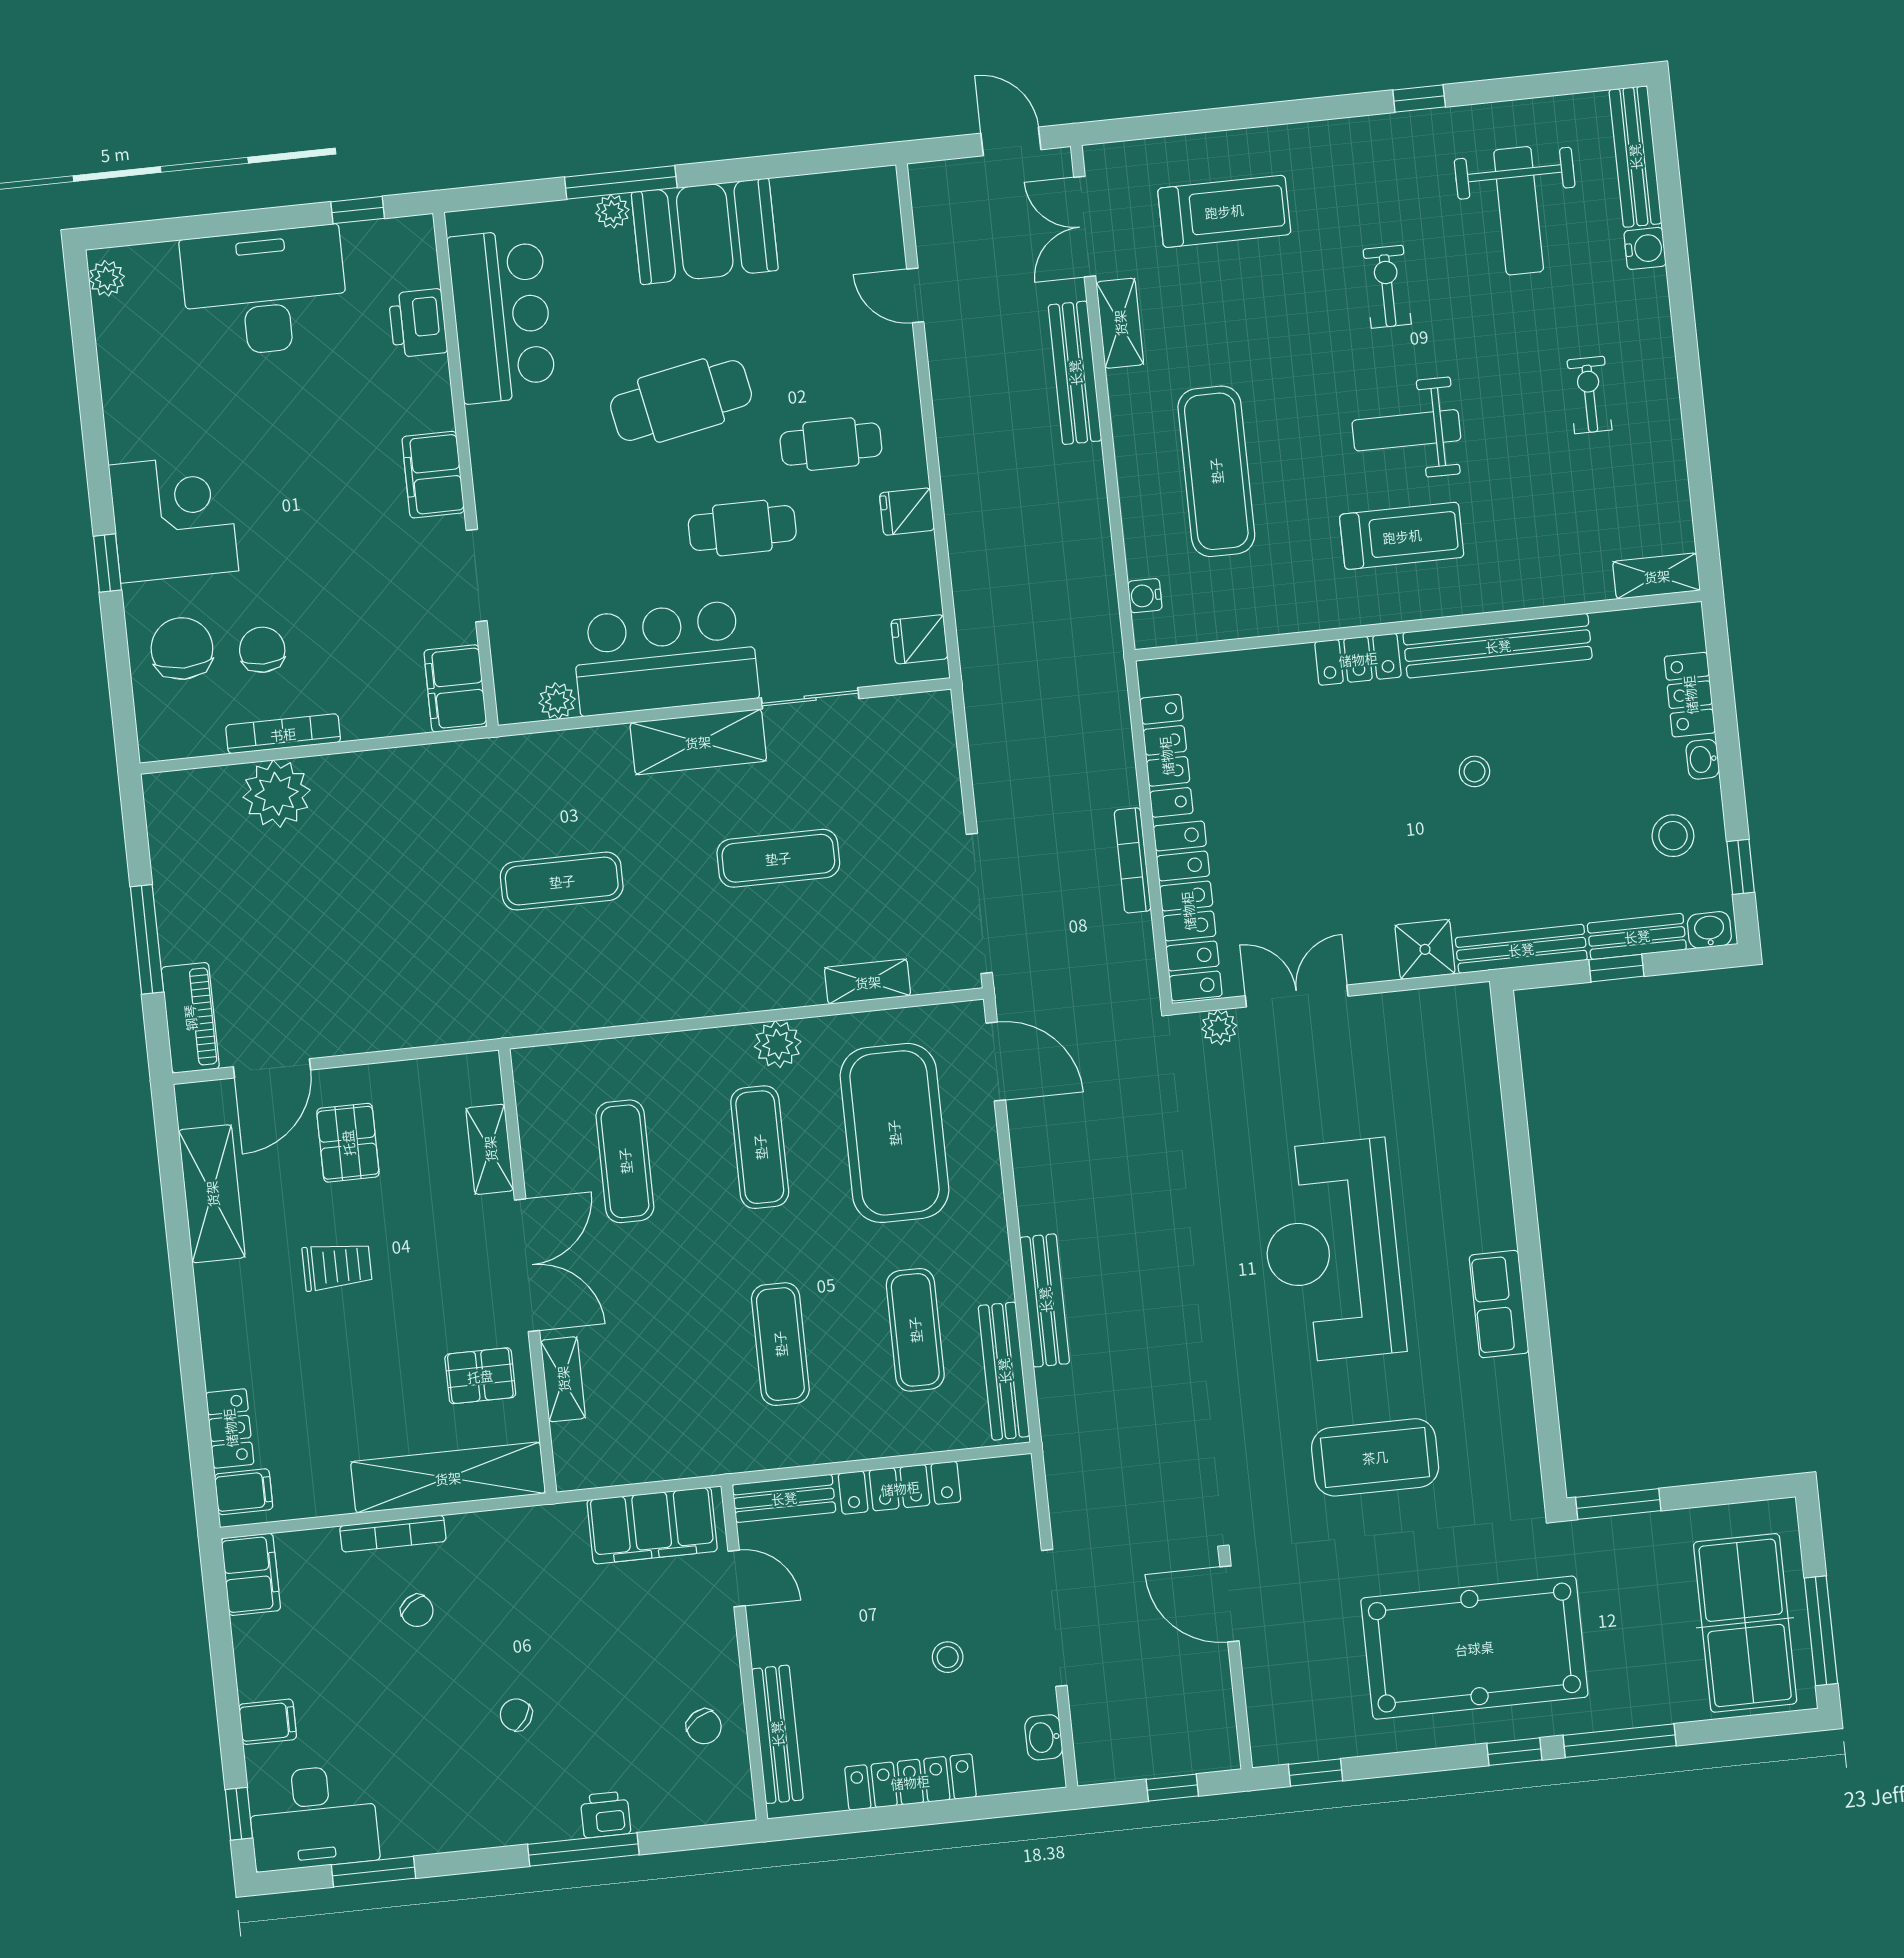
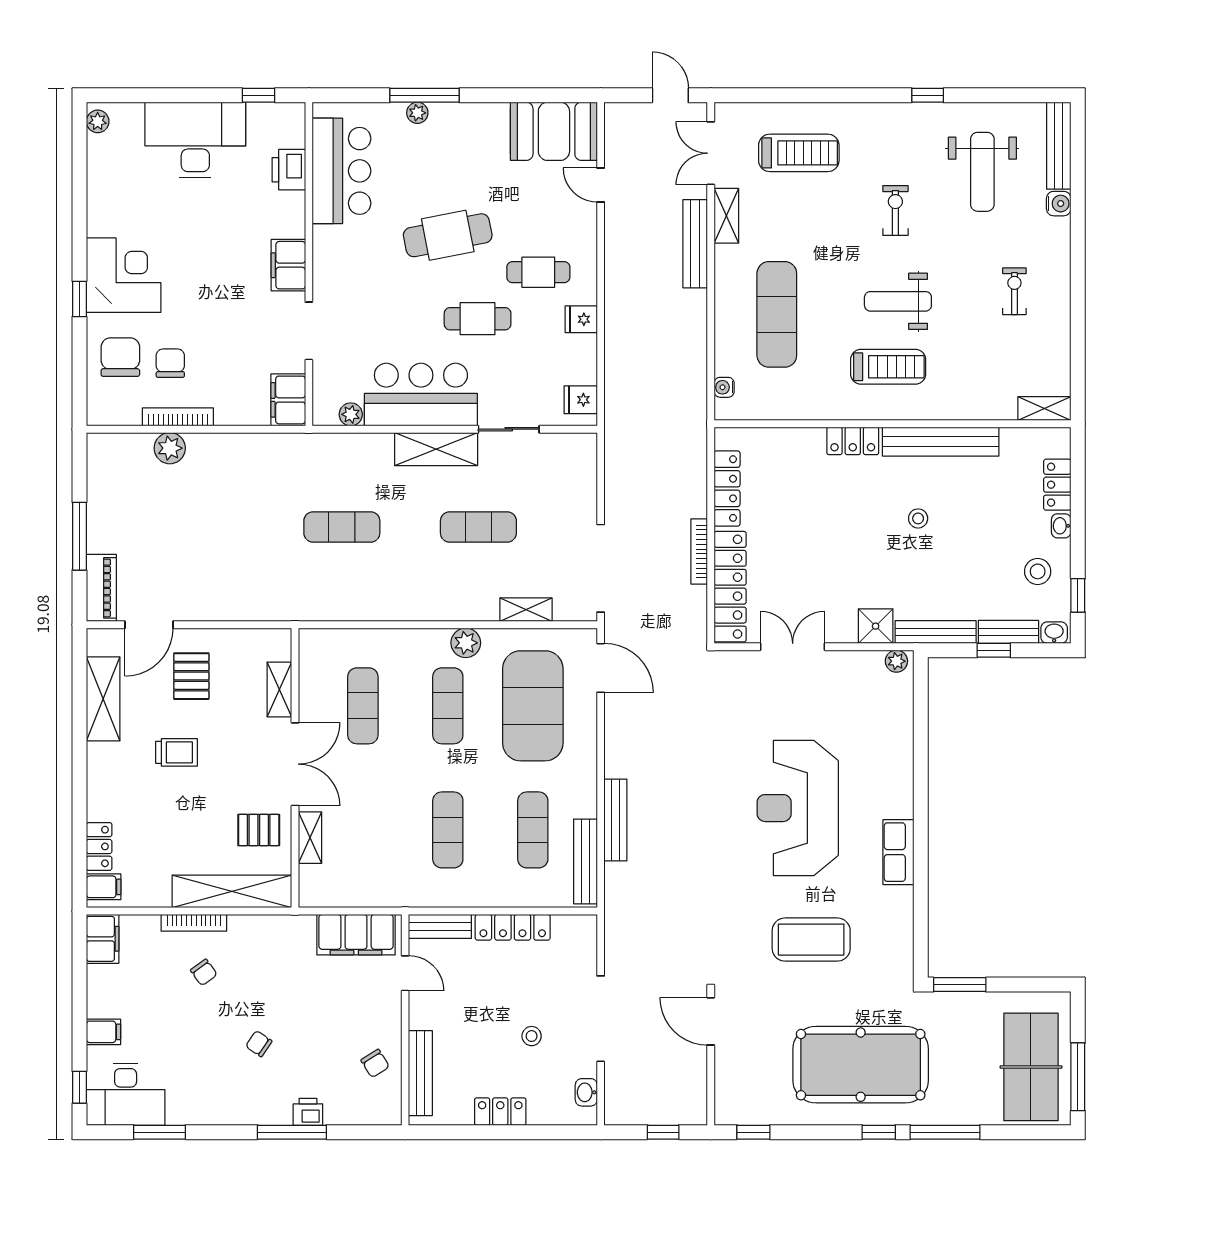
booth: (705, 231) -> (554, 131), moved
plant: (277, 794) -> (170, 448), width x0.73, depth x0.73
plant: (1219, 1027) -> (896, 661), moved
locker: (910, 1782) -> (500, 1112), width x0.66

